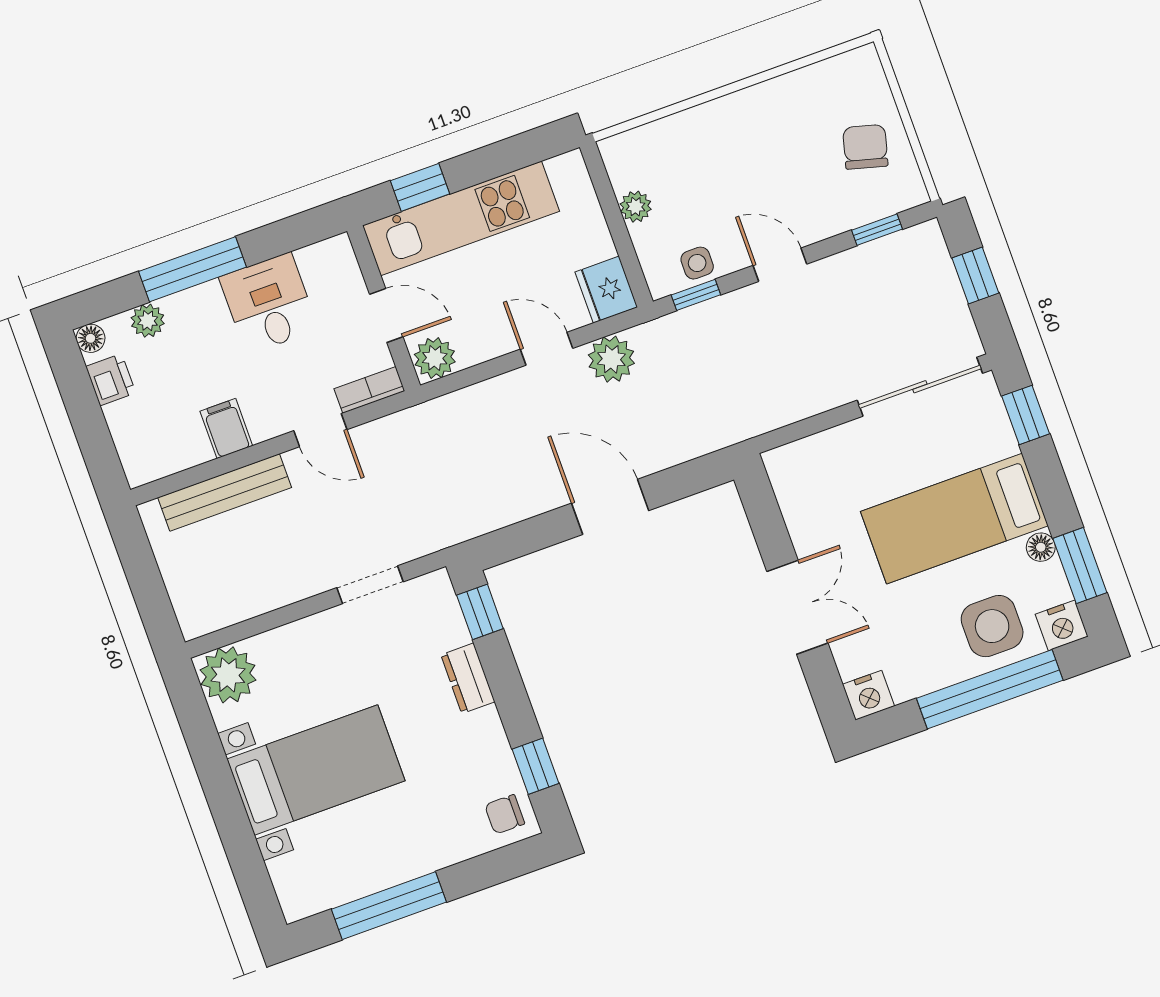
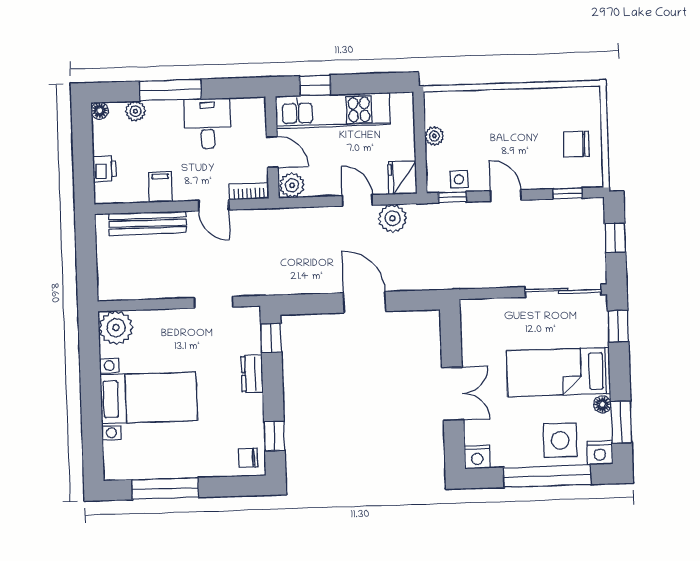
chair: (865, 147) -> (576, 144), turned -105
printer: (111, 380) -> (105, 169), moved

